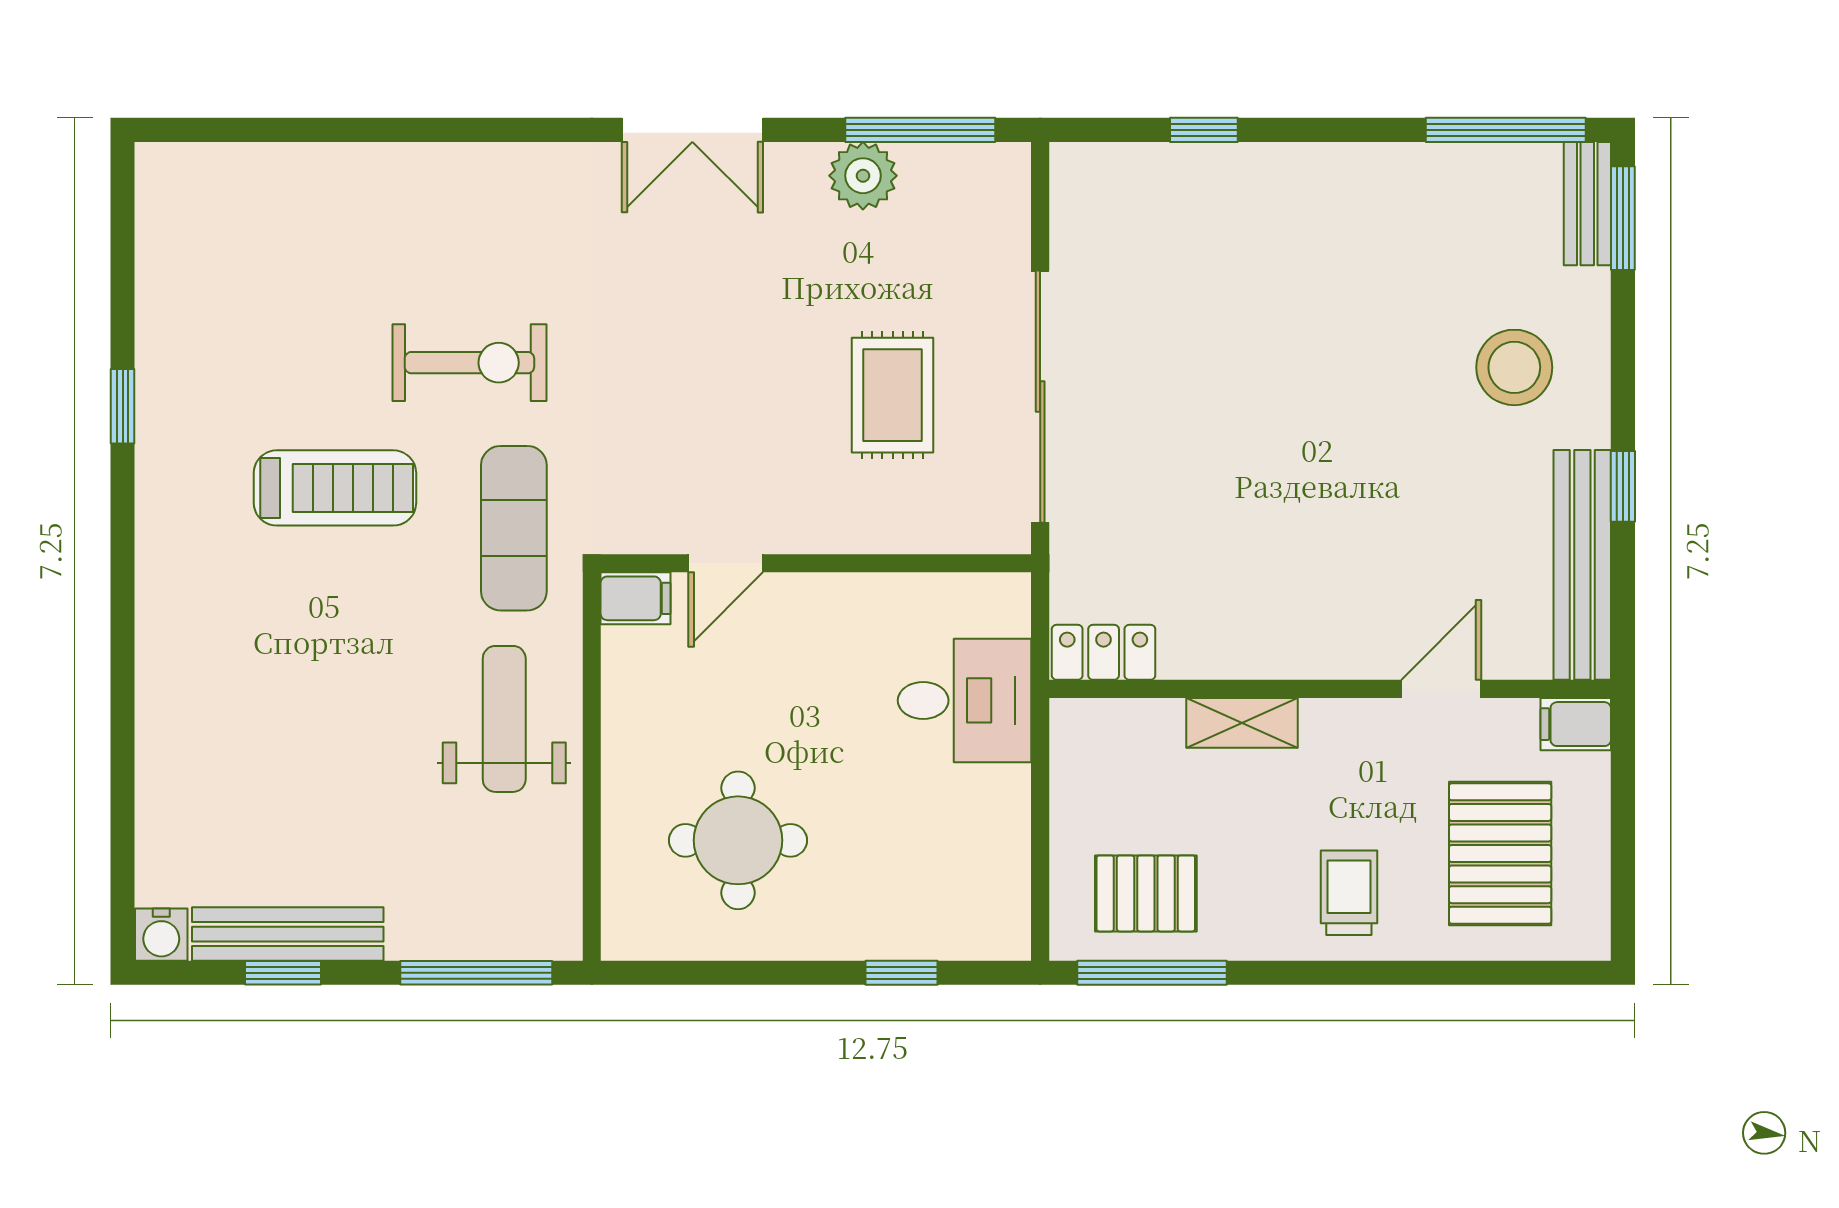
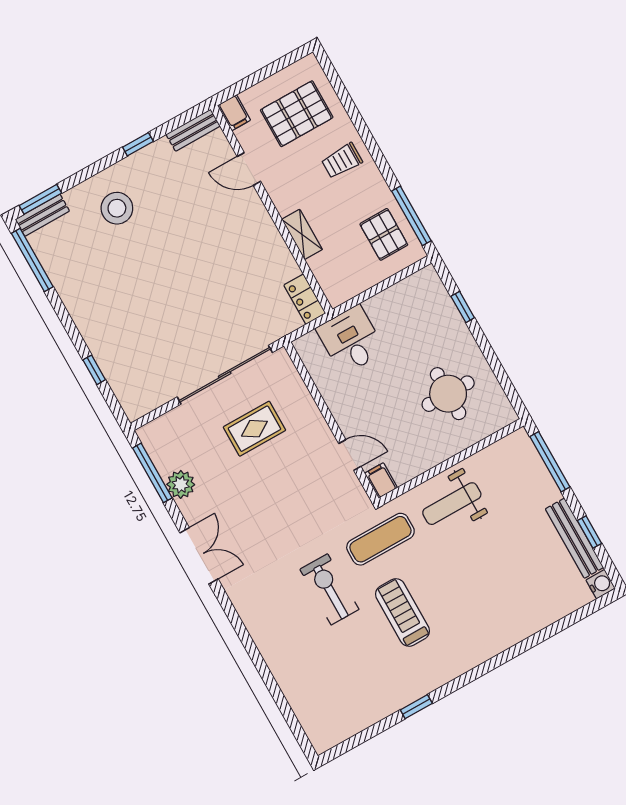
bench: (1582, 565) -> (193, 130), width x0.54, depth x0.82

